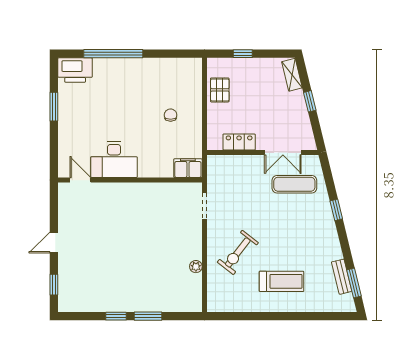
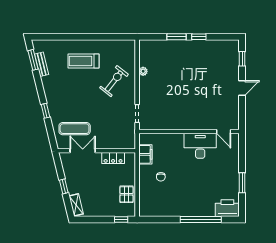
window: (243, 54) -> (121, 220), moved
filing cabinet: (188, 168) -> (145, 154), moved, turned -90

